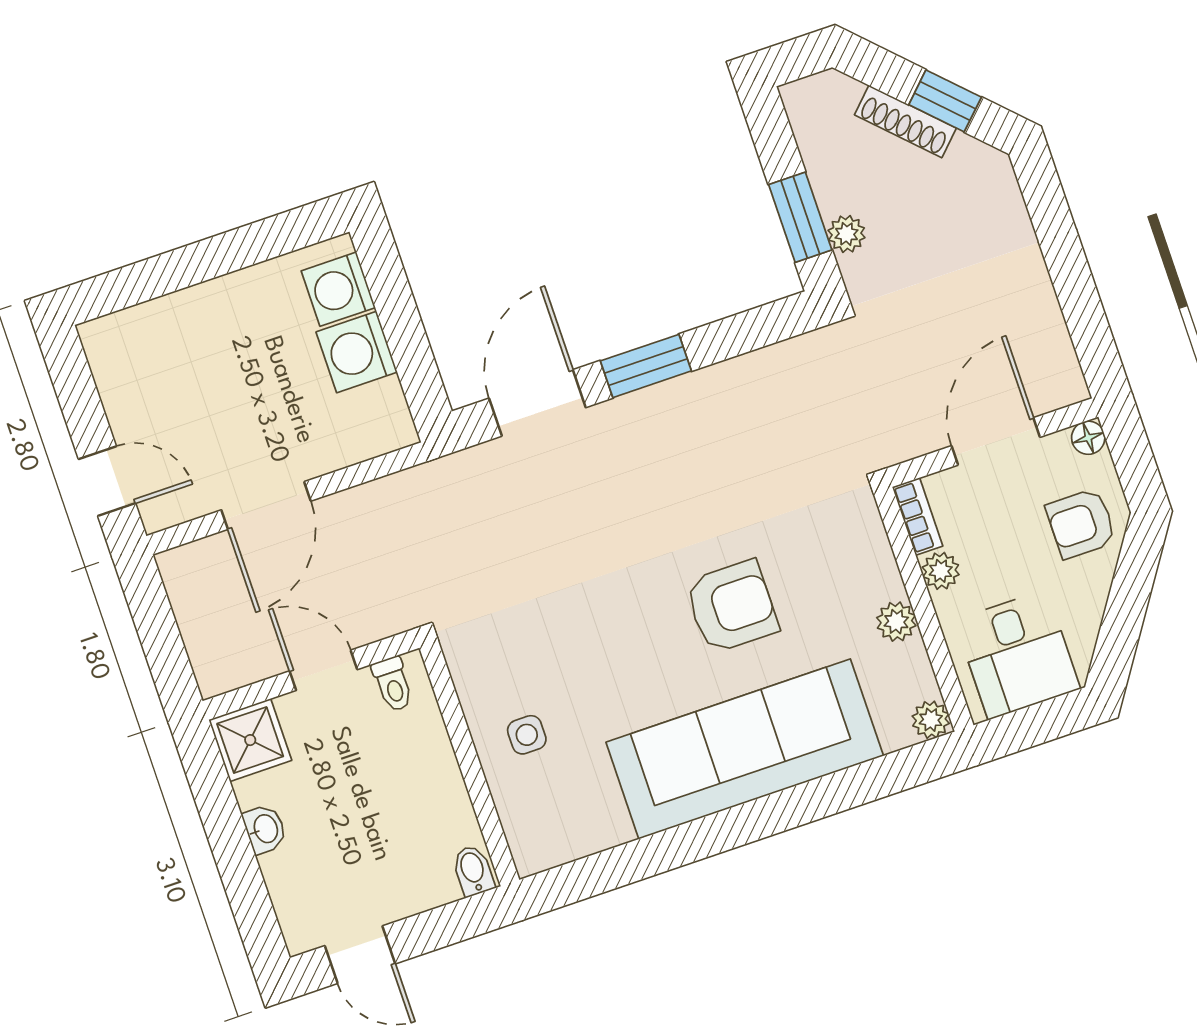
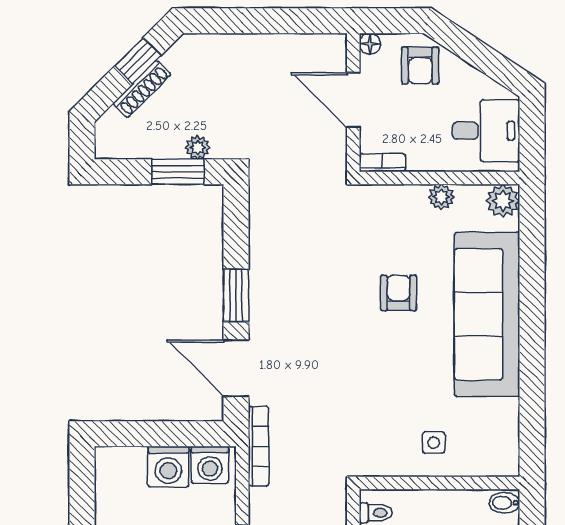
washing machine: (338, 289) -> (210, 465), moved
bookcase: (433, 476) -> (259, 446), added
plant: (941, 571) -> (420, 160), removed
armchair: (732, 607) -> (399, 293), width x0.72, depth x0.72
plant: (931, 720) -> (503, 201), width x1.38, depth x1.38

